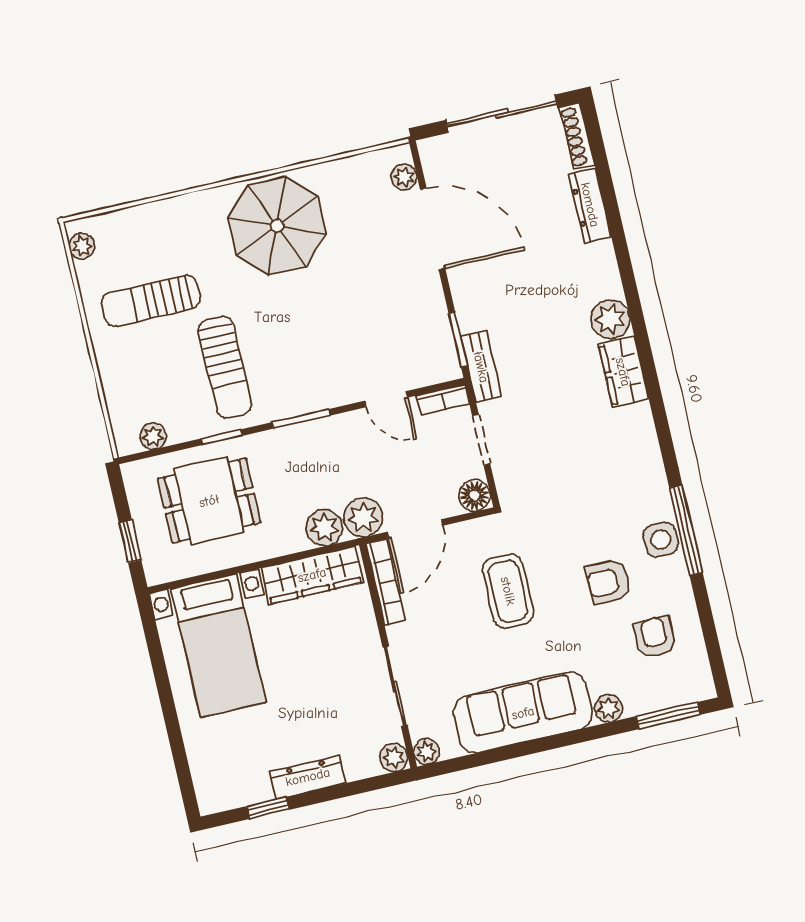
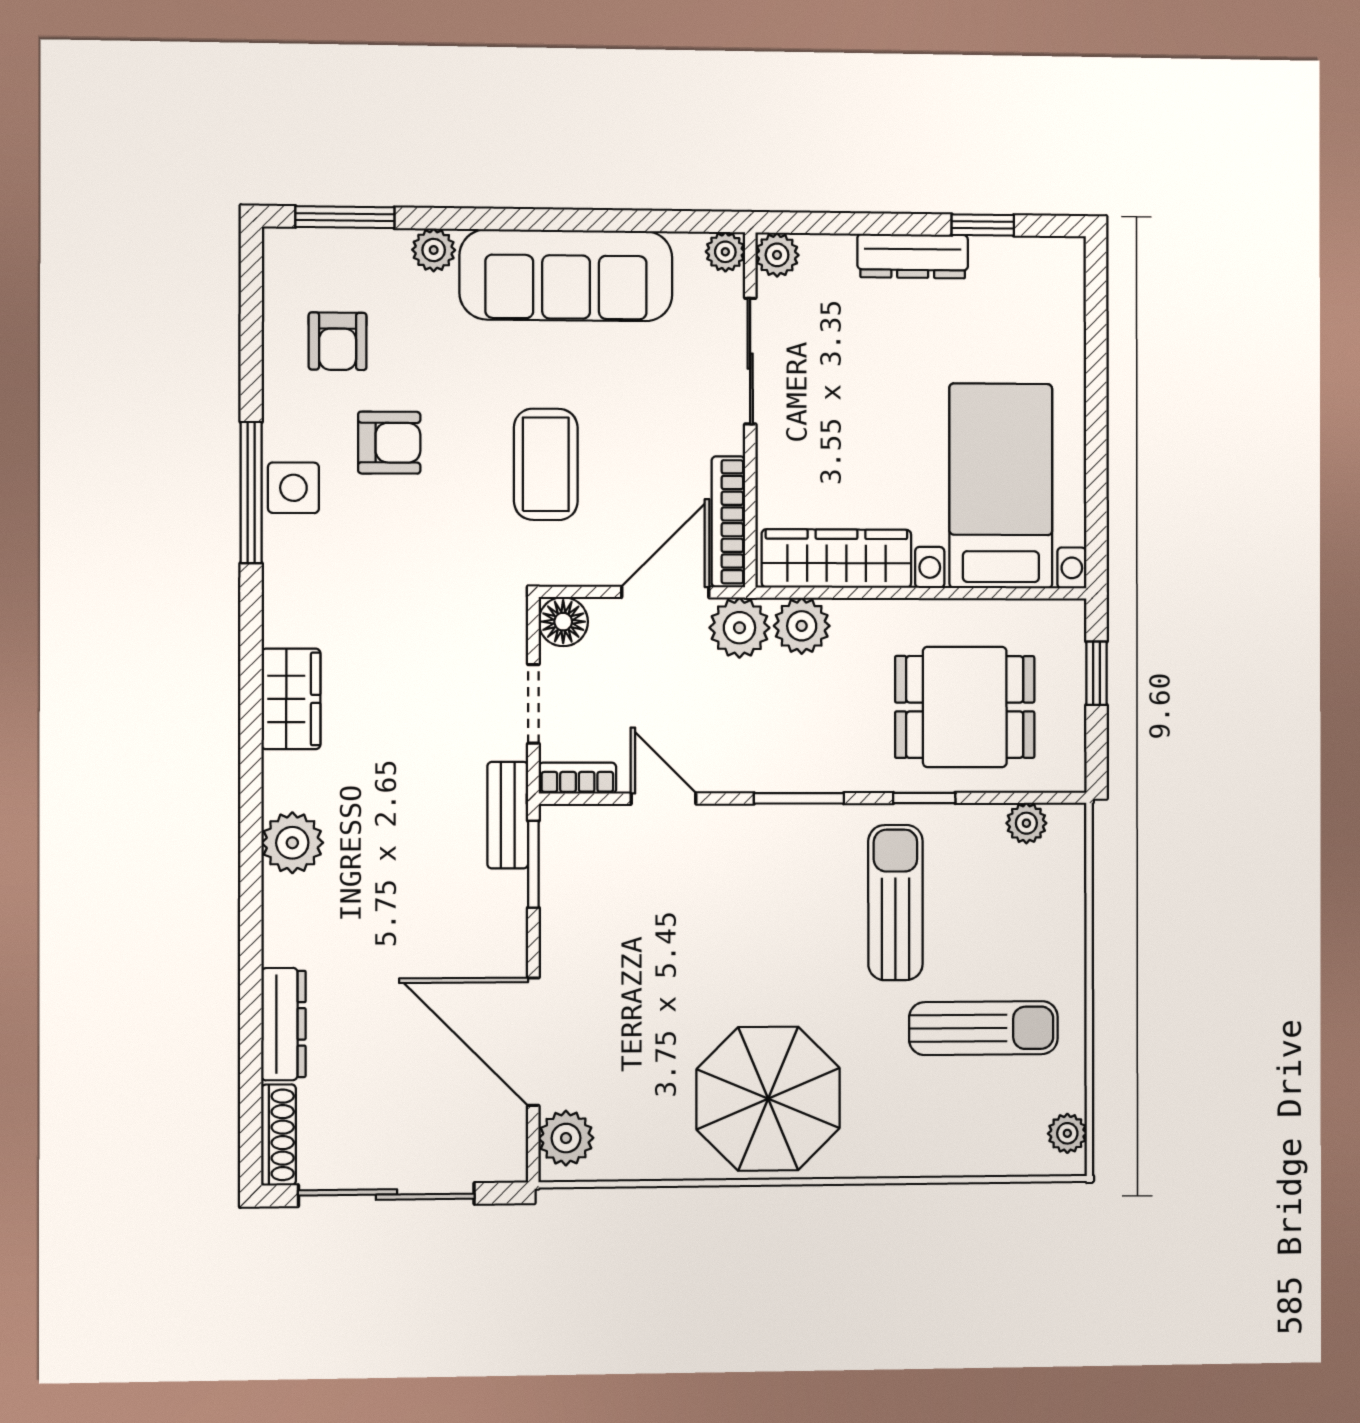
plant: (404, 177) -> (566, 1138), width x1.38, depth x1.38
wardrobe: (623, 372) -> (291, 699), moved

